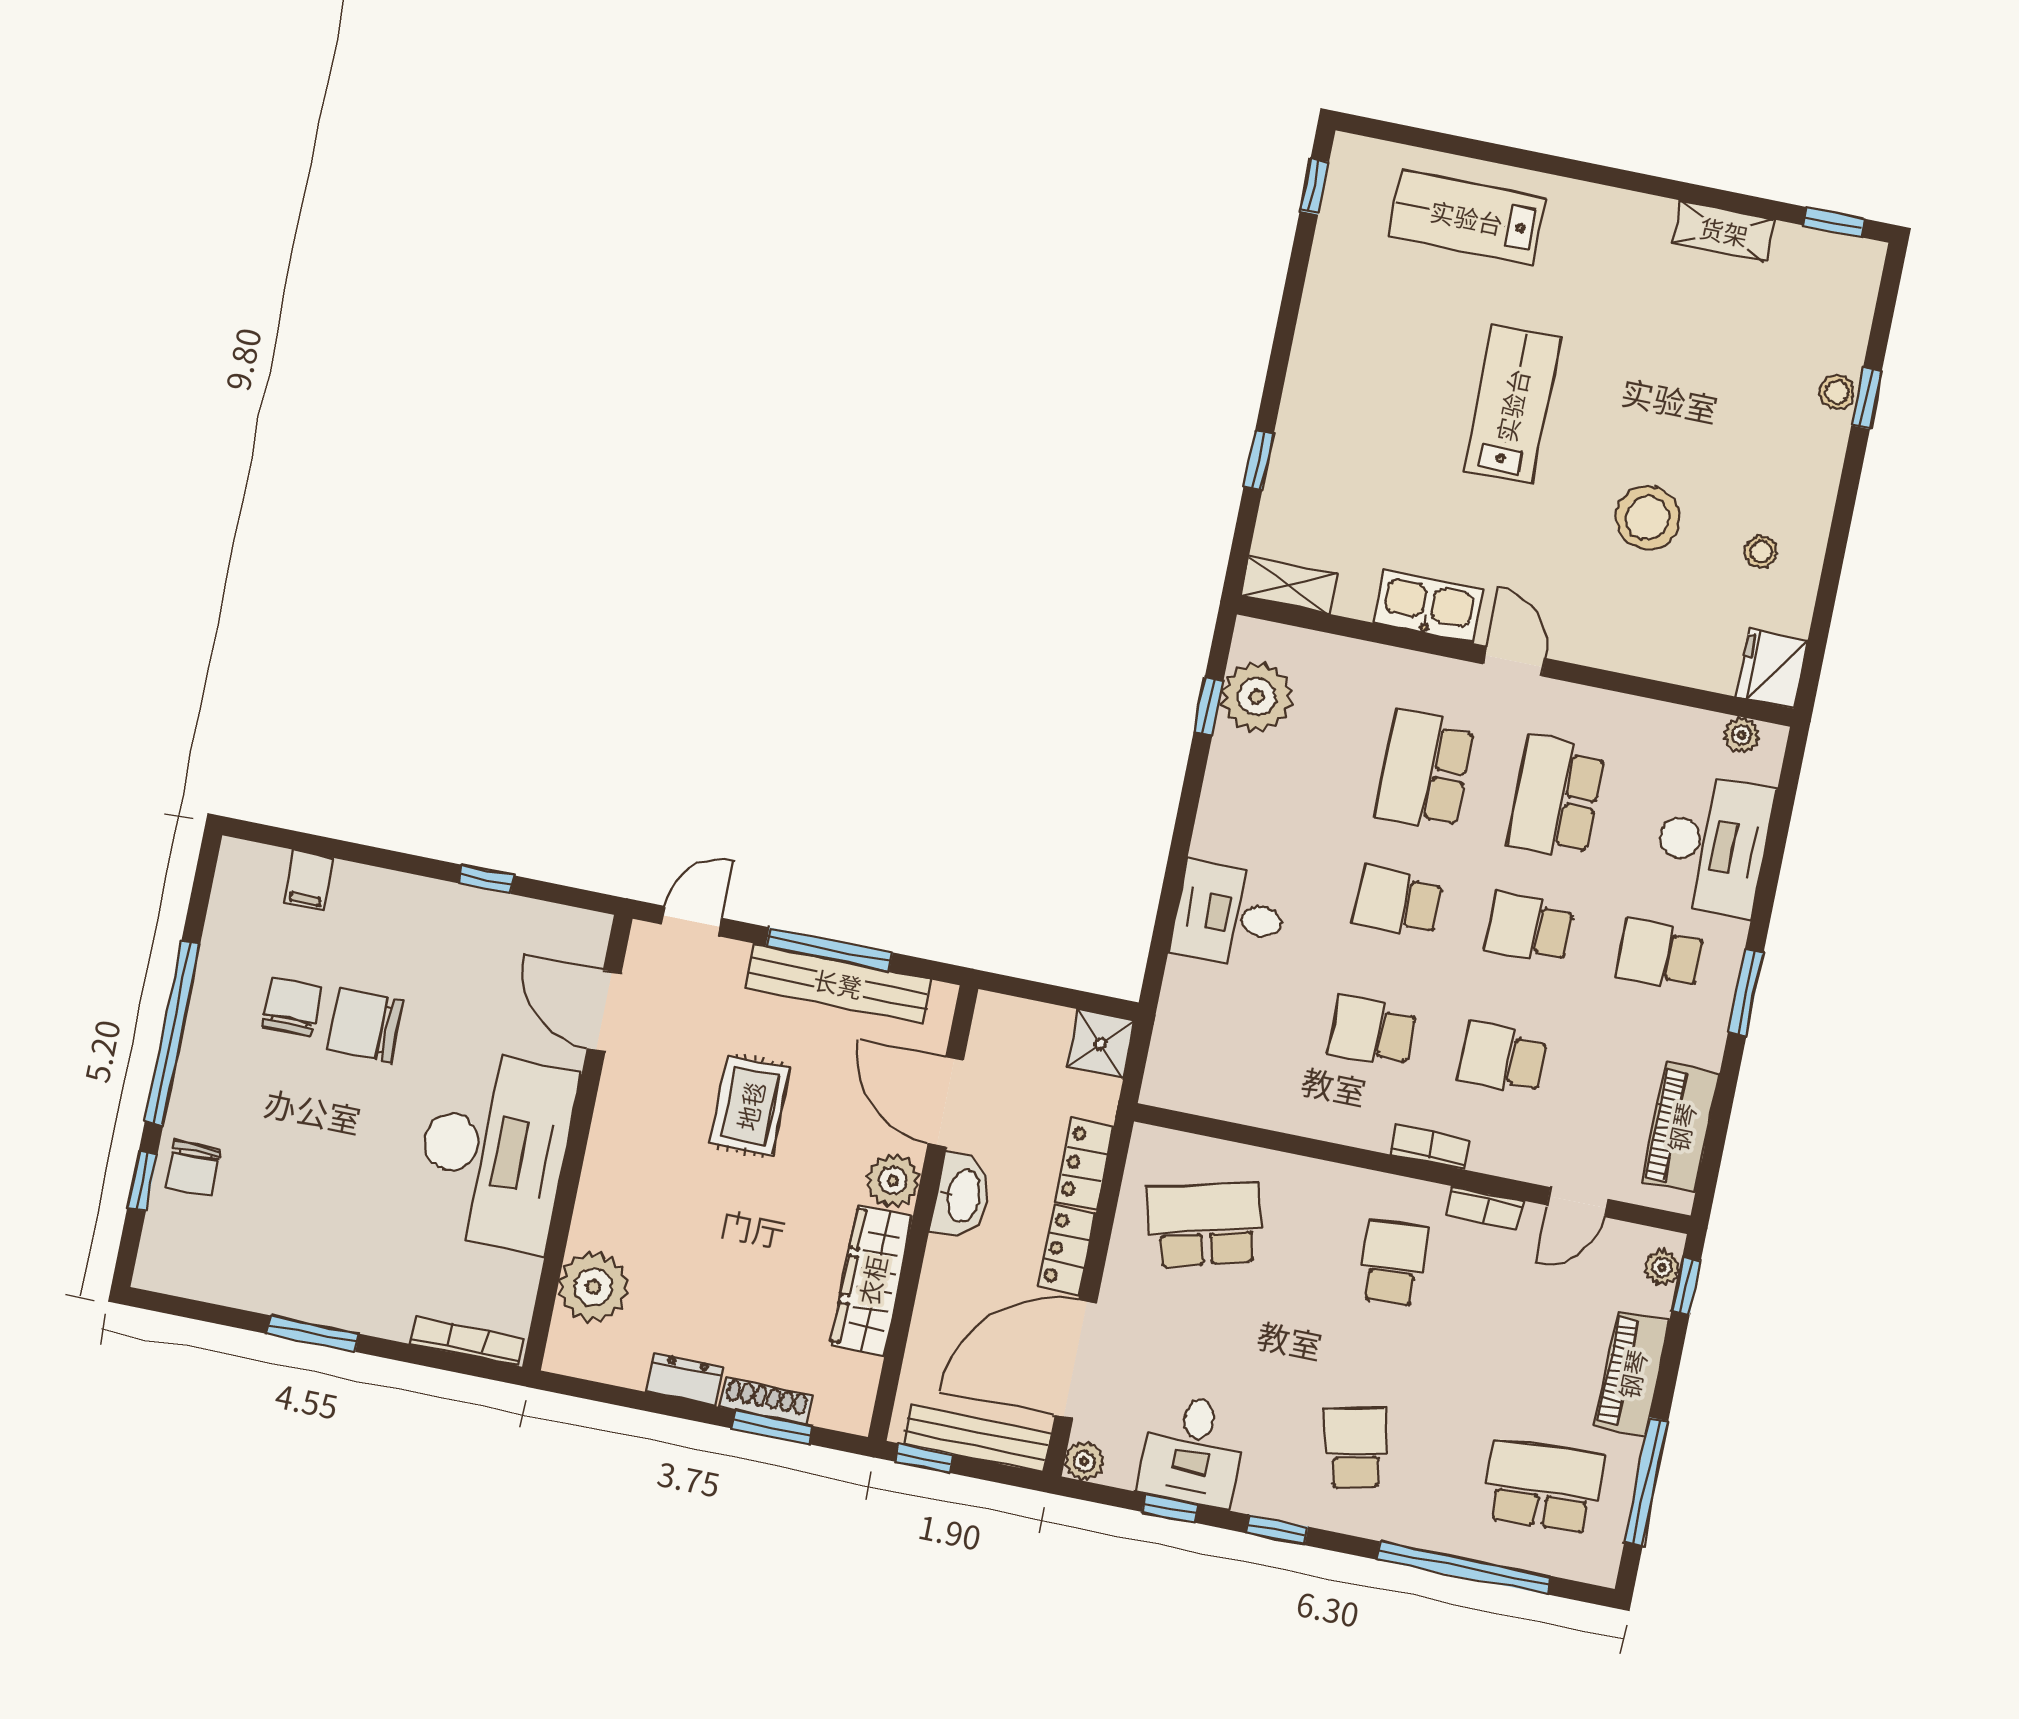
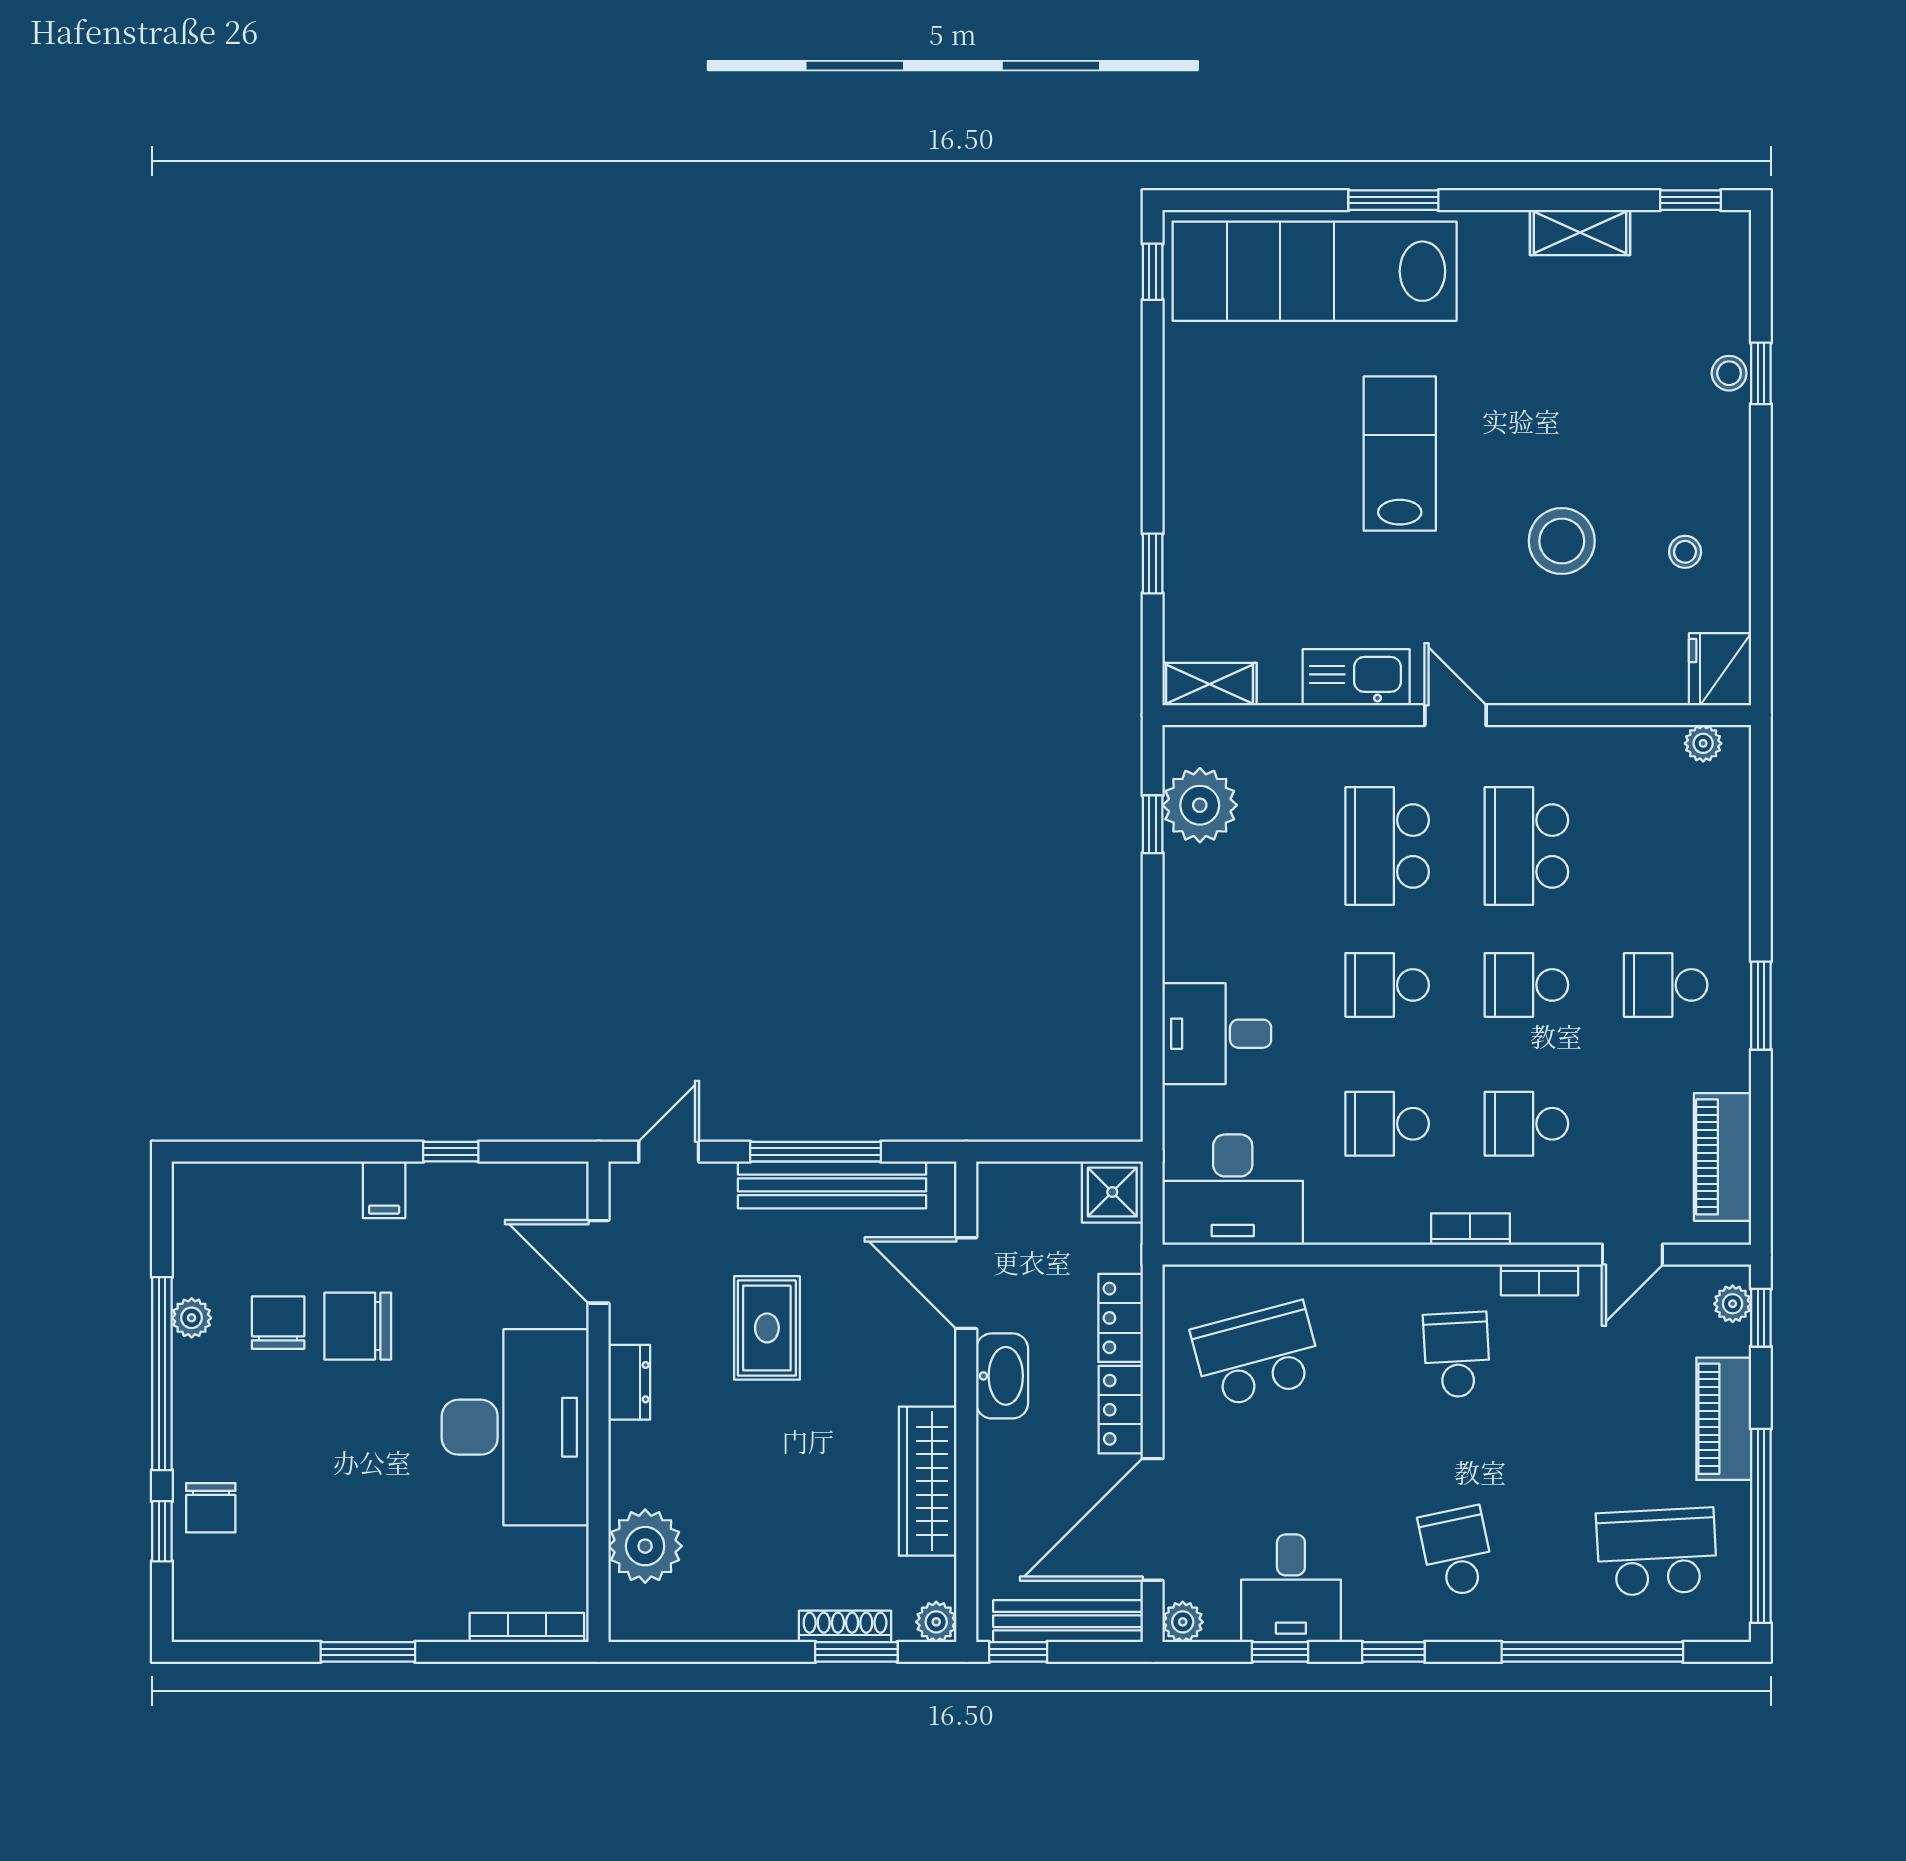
window: (1554, 165) -> (1393, 200), added
lab bench: (1467, 217) -> (1315, 271), width x1.86, depth x1.39
desk: (1712, 845) -> (1233, 1190), moved, turned 90
filing cabinet: (309, 881) -> (384, 1190), moved
plant: (211, 986) -> (192, 1318), added
plant: (893, 1180) -> (936, 1622), moved, width x0.73, depth x0.73
dresser: (685, 1379) -> (629, 1382), moved, turned 90
window: (1646, 1482) -> (1761, 1526), width x1.46

